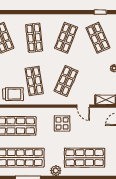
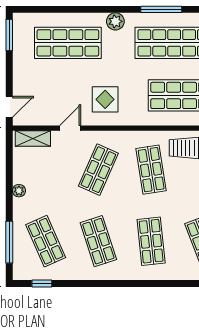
shop shelf: (66, 38) -> (98, 241), turned -39
door: (83, 106) -> (70, 128), hinge flipped

